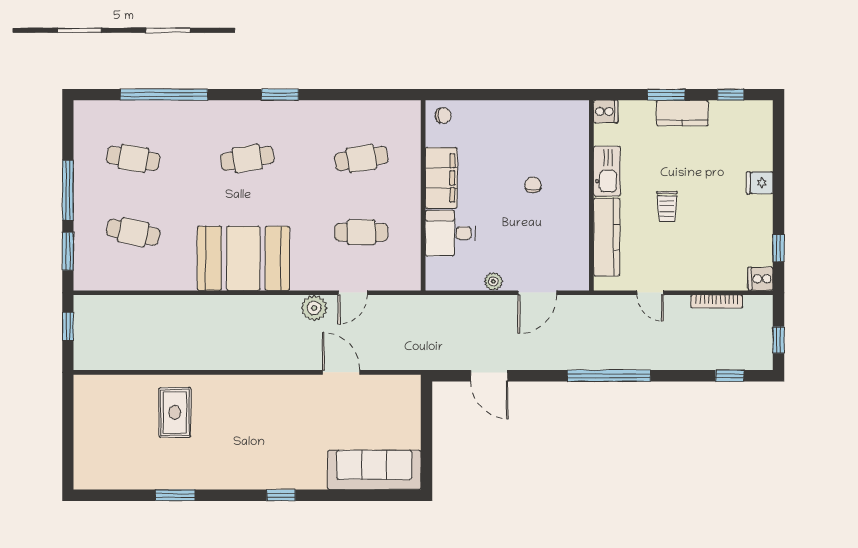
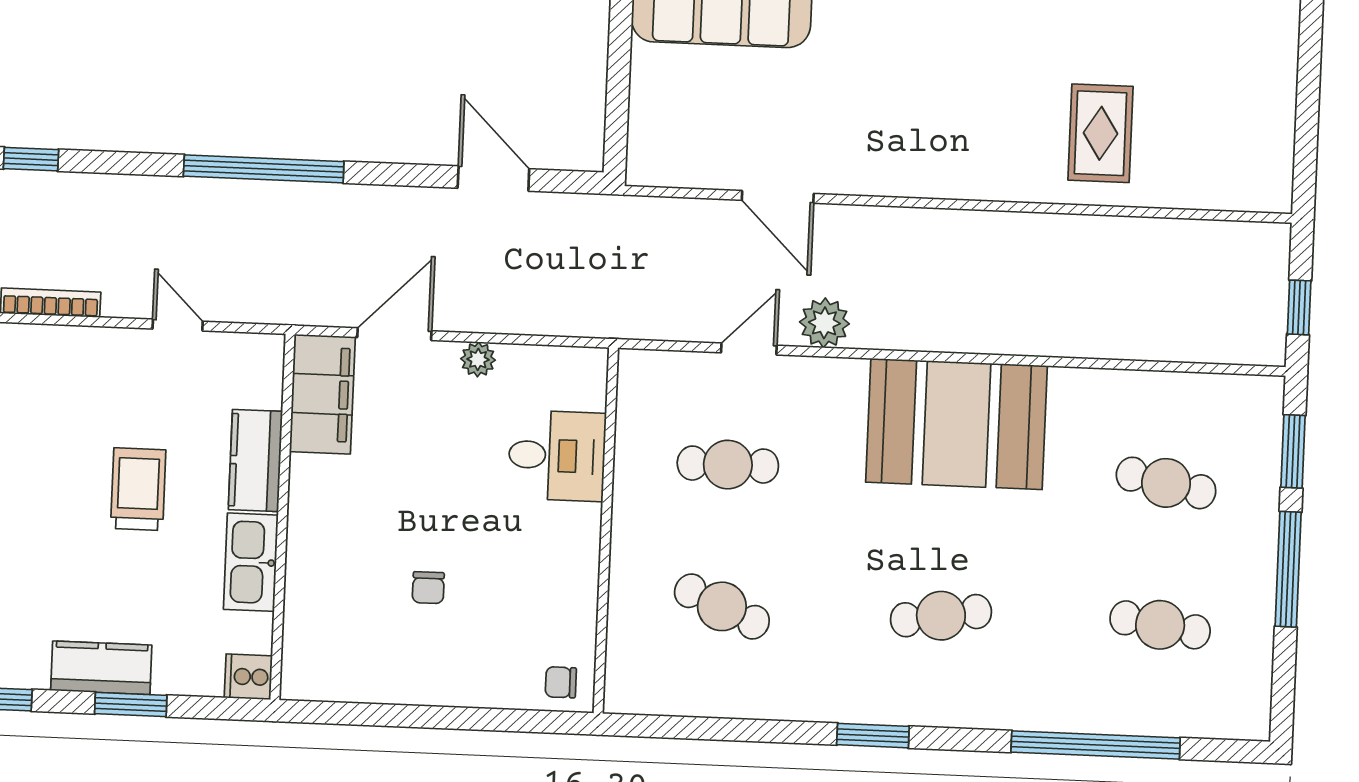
cafe table: (361, 158) -> (722, 606), turned 33
filing cabinet: (441, 178) -> (322, 394), moved, turned 180
chair: (533, 185) -> (428, 588), moved
trolley: (667, 207) -> (138, 489), width x1.36, depth x1.39
kitchen counter: (607, 237) -> (255, 461), width x0.67

